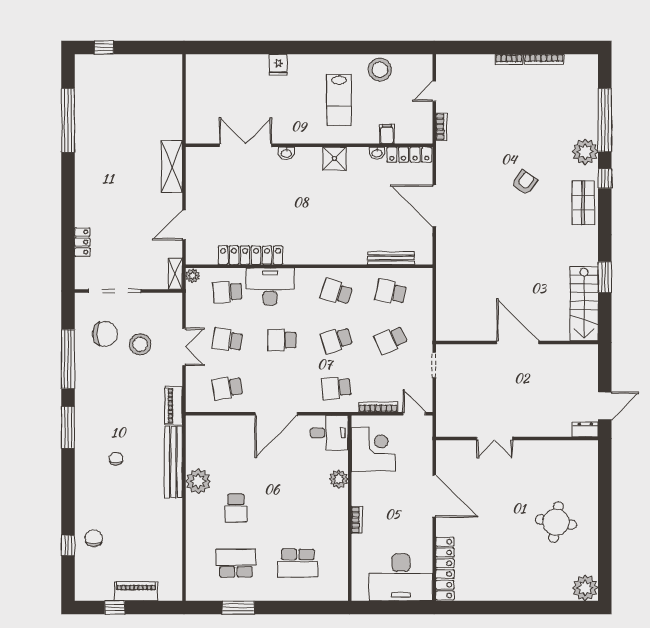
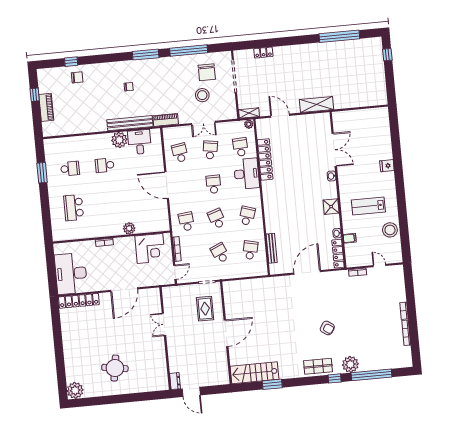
rug: (476, 372) -> (205, 309), added
desk: (329, 433) -> (140, 142), moved, turned 180
school desk: (236, 563) -> (70, 169), width x0.54

